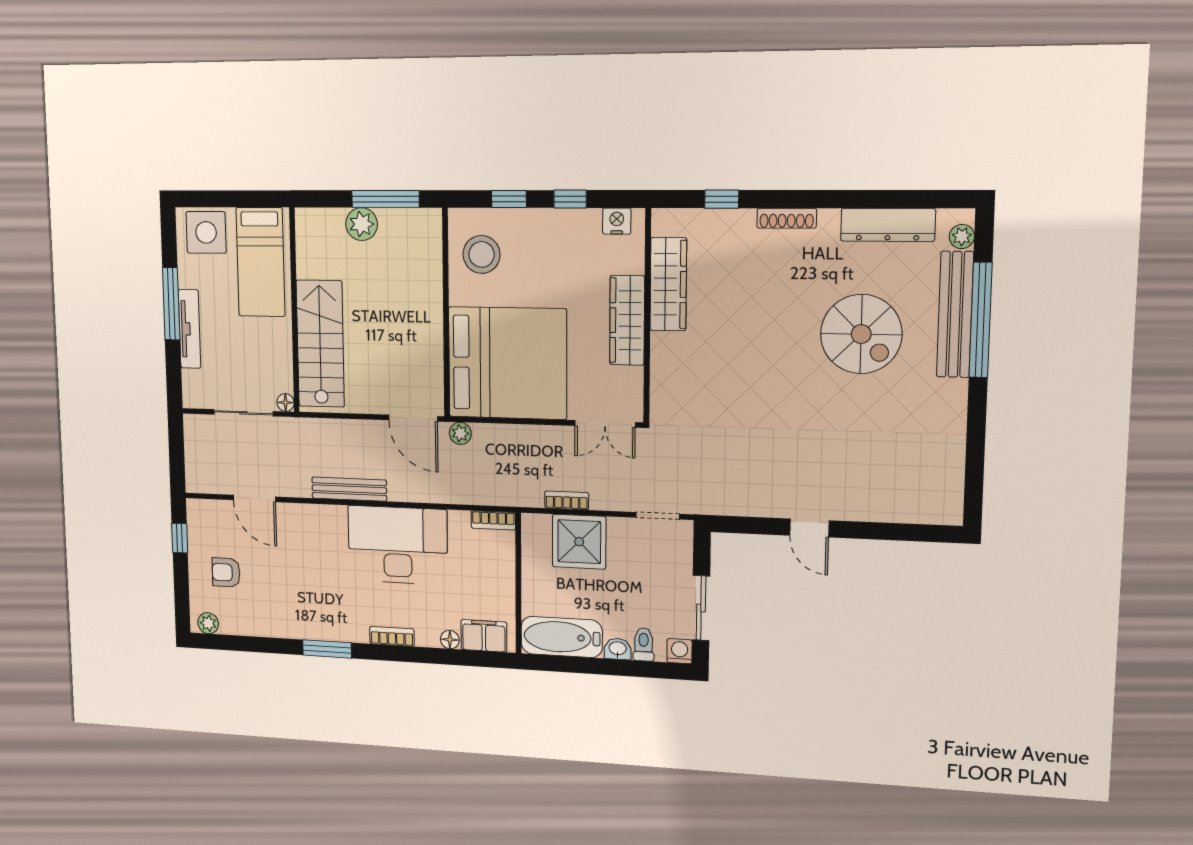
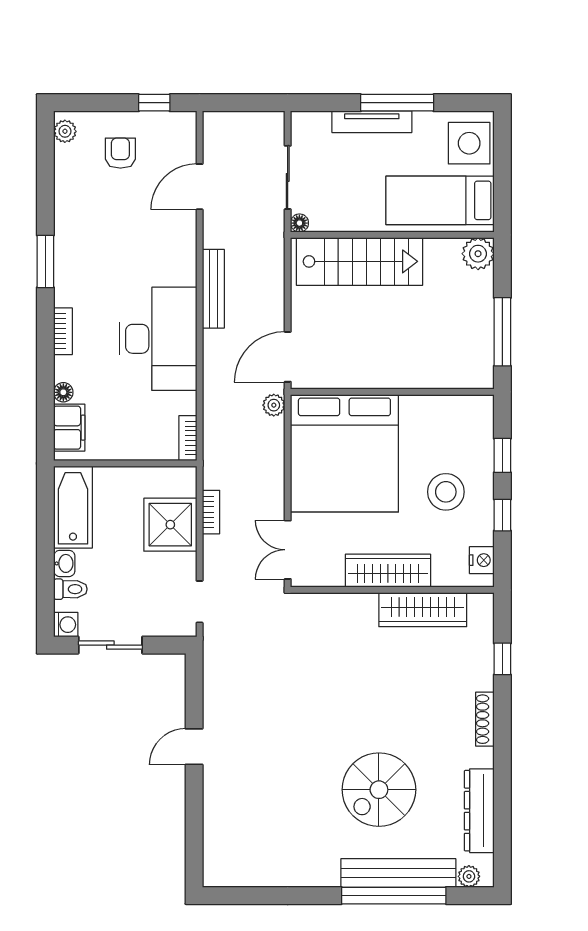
plant: (362, 224) -> (478, 254), moved
stool: (482, 254) -> (446, 492), moved

